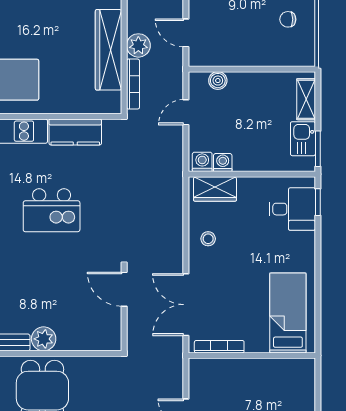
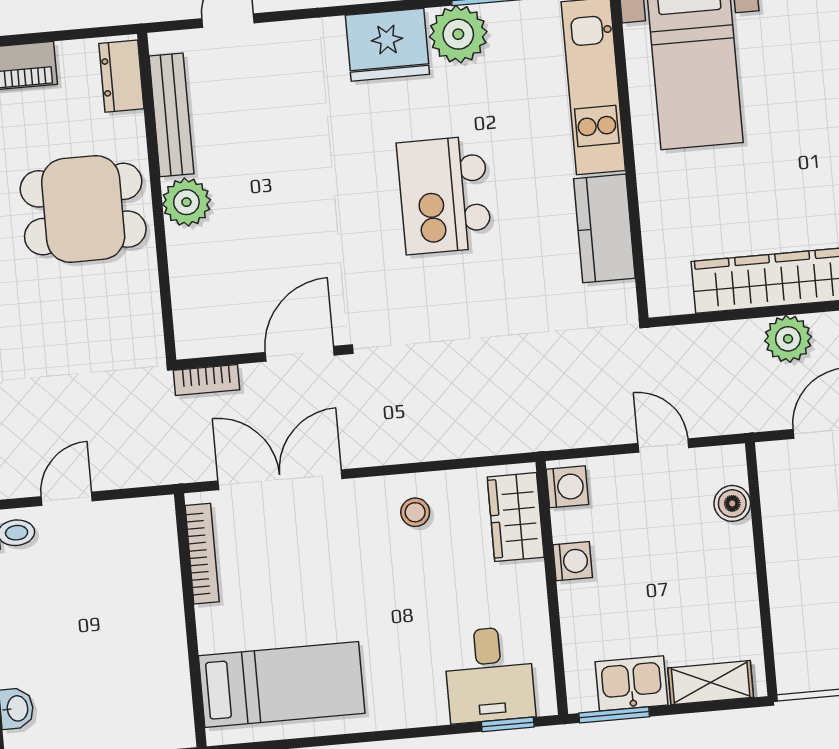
bookcase: (133, 84) -> (206, 380), moved, width x0.64
washing machine: (223, 163) -> (573, 561), moved

